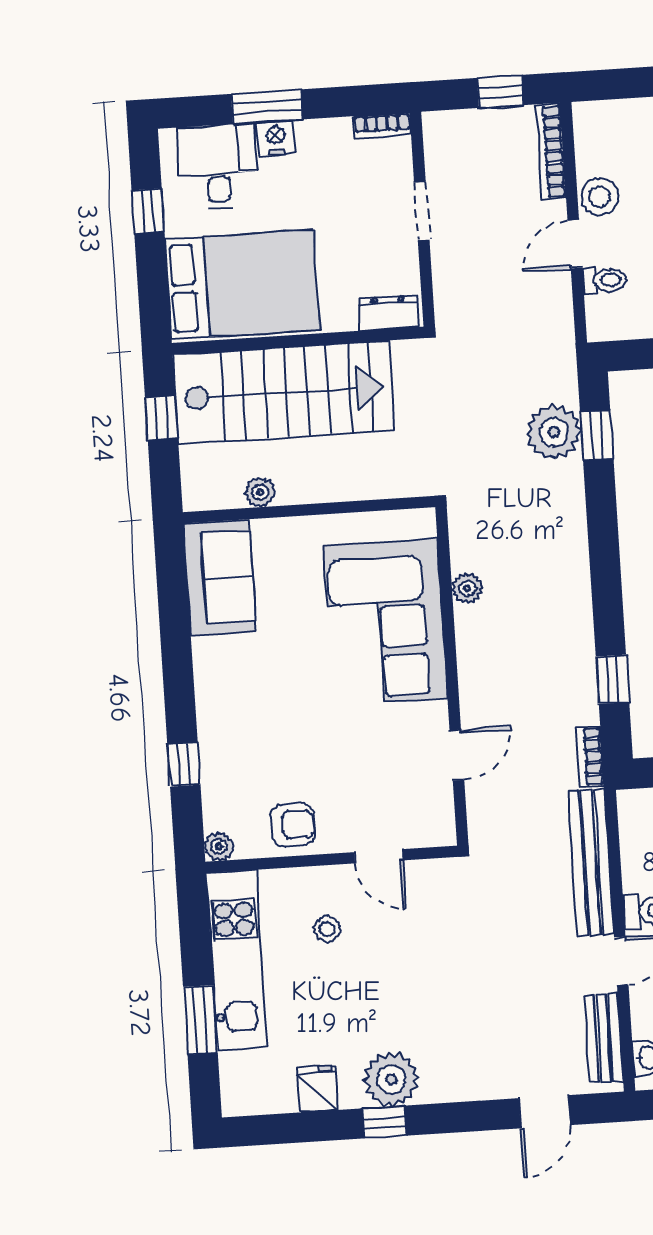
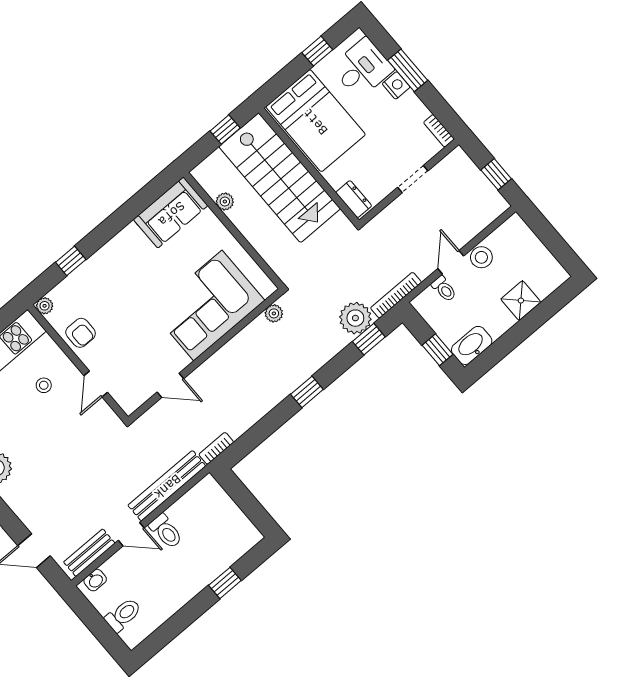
bookcase: (551, 151) -> (396, 295), moved
door: (575, 244) -> (451, 262), hinge flipped
plant: (467, 588) -> (274, 313), moved
window: (612, 679) -> (307, 392), moved

